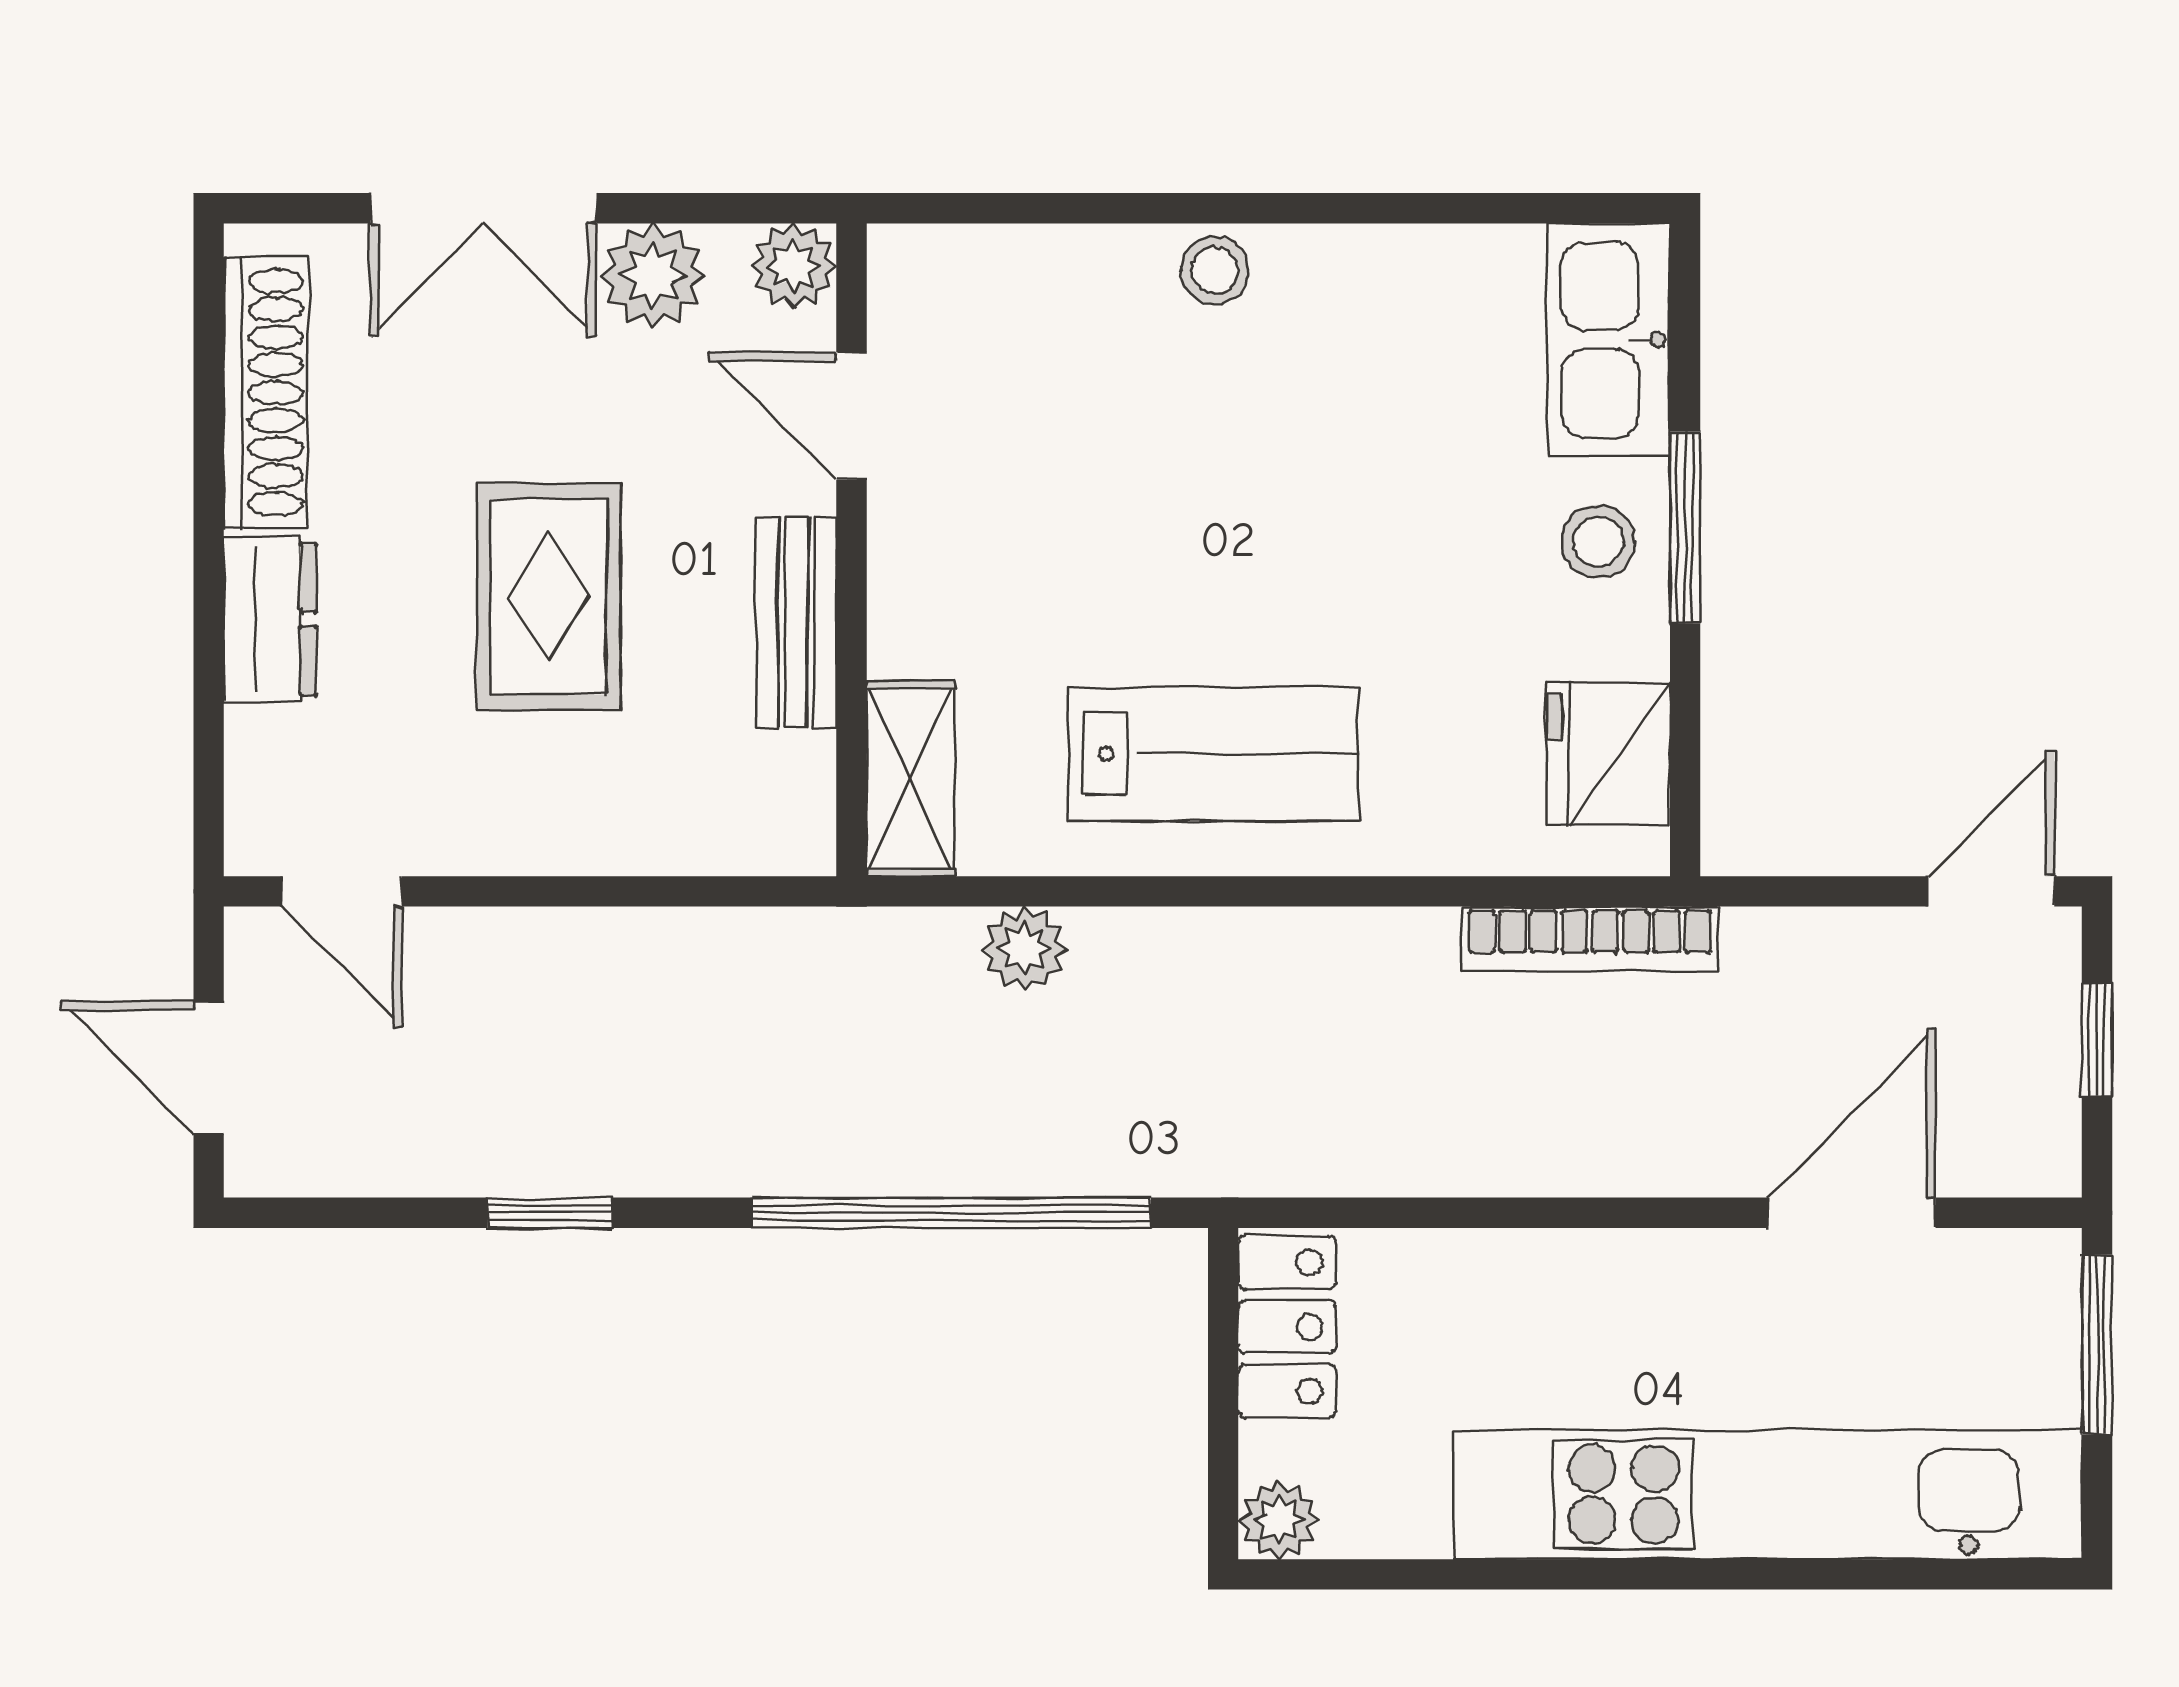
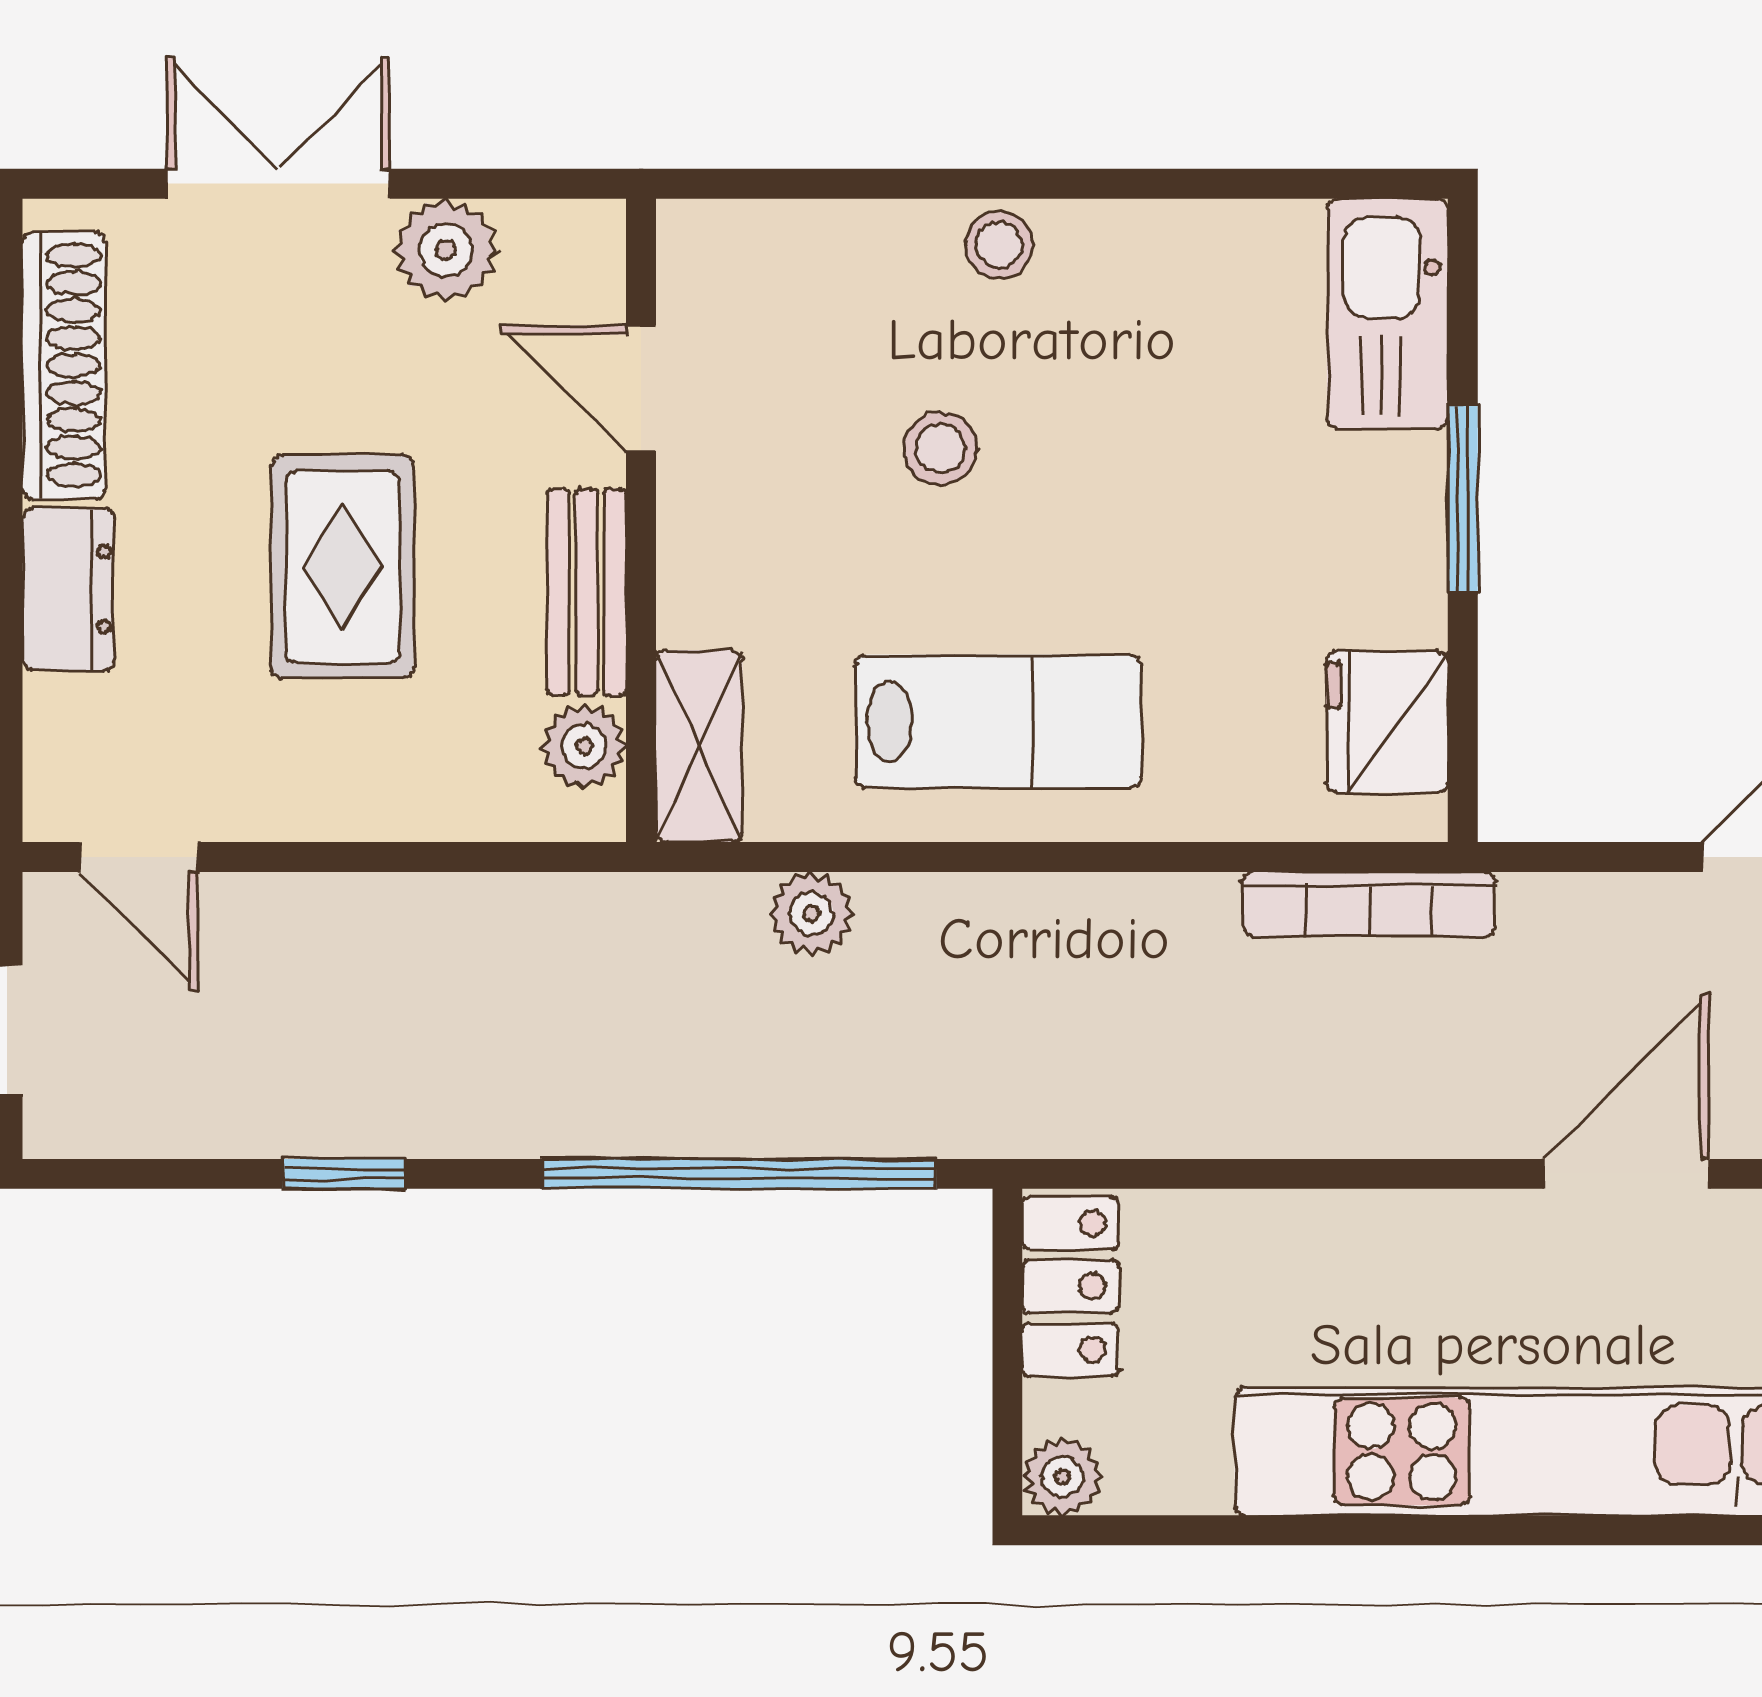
double door: (483, 208) -> (278, 184), swing flipped
plant: (794, 266) -> (584, 746), moved
stool: (1598, 541) -> (940, 448), moved

